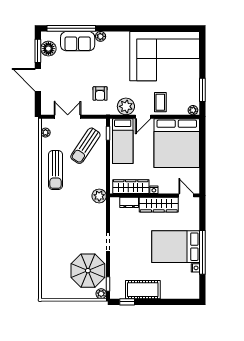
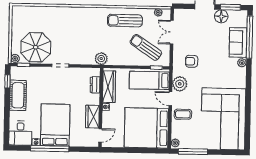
floor lamp: (48, 49) -> (221, 16), moved
window: (202, 90) -> (193, 152), width x1.44
double door: (68, 117) -> (172, 32), swing flipped
wardrobe: (159, 205) -> (92, 117), width x0.67
desk: (186, 286) -> (20, 133), added

